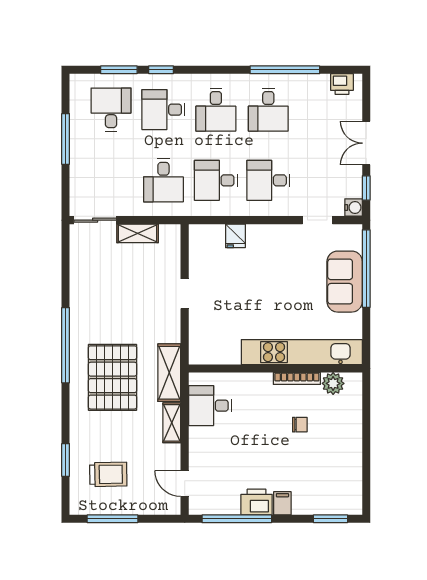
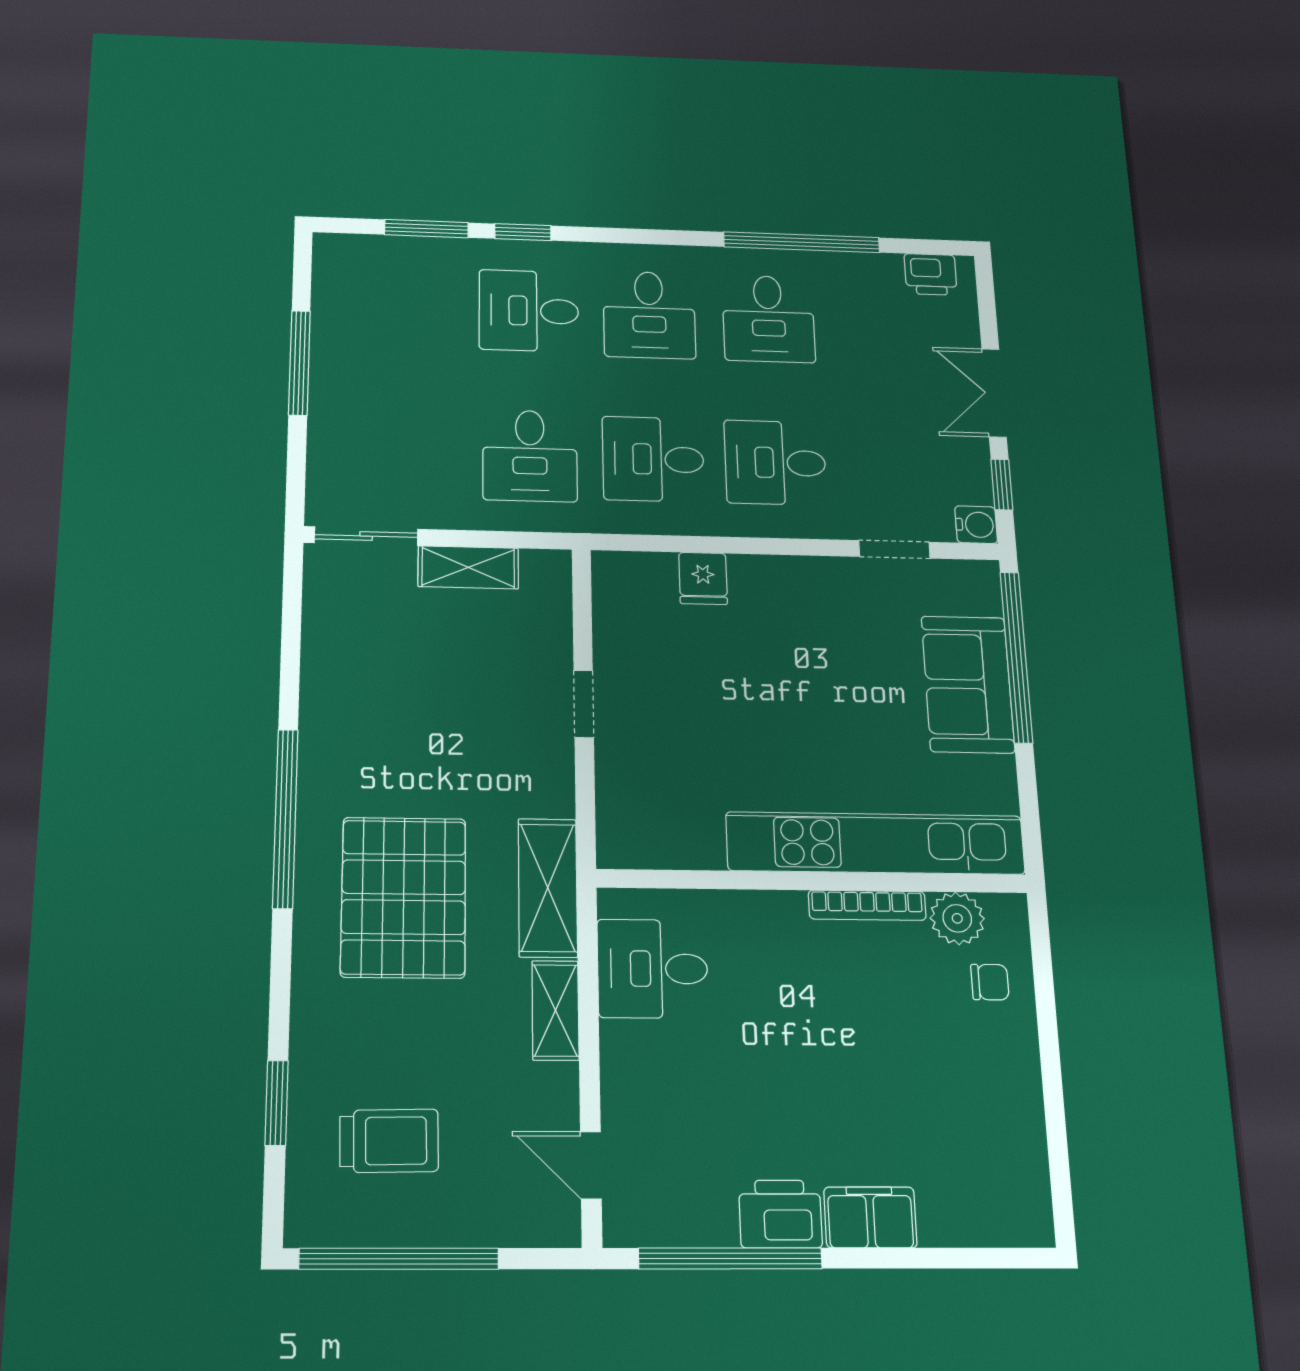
desk: (111, 110) -> (407, 307), removed
chair: (300, 425) -> (990, 982), moved
filing cabinet: (282, 503) -> (870, 1217), width x2.00
window: (112, 519) -> (399, 1259), width x1.46
window: (330, 519) -> (975, 1258), removed

